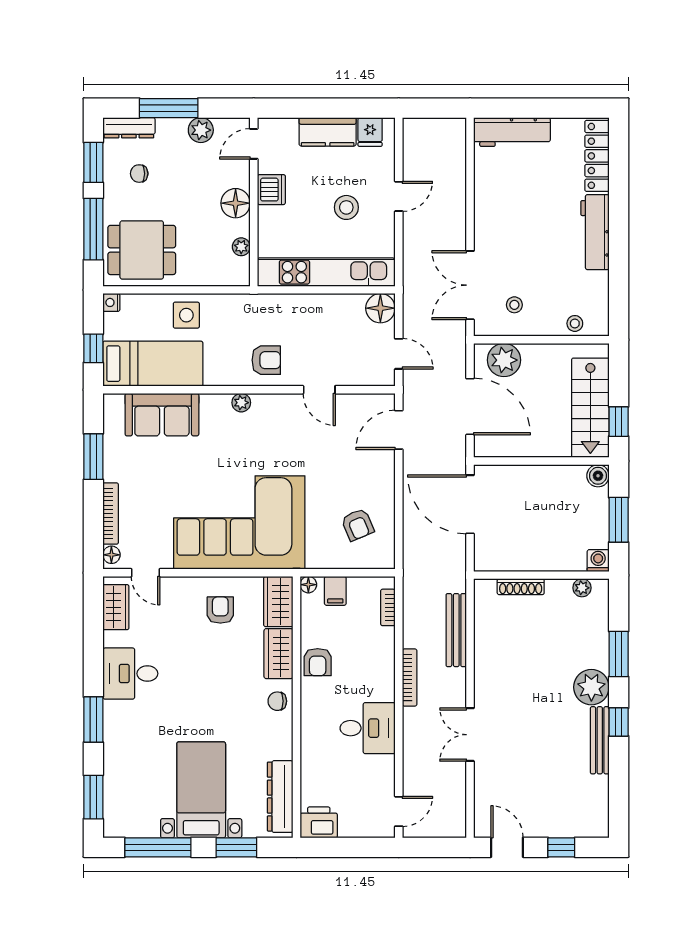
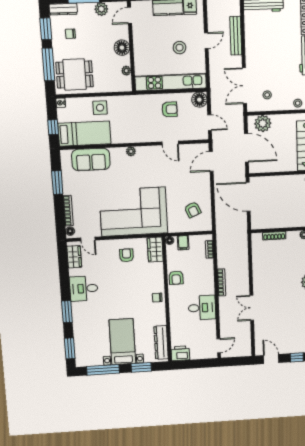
dishwasher: (271, 190) -> (140, 40), removed
armchair: (266, 360) -> (170, 109), moved
bench: (456, 630) -> (236, 36), moved
wardrobe: (278, 654) -> (157, 275), removed

